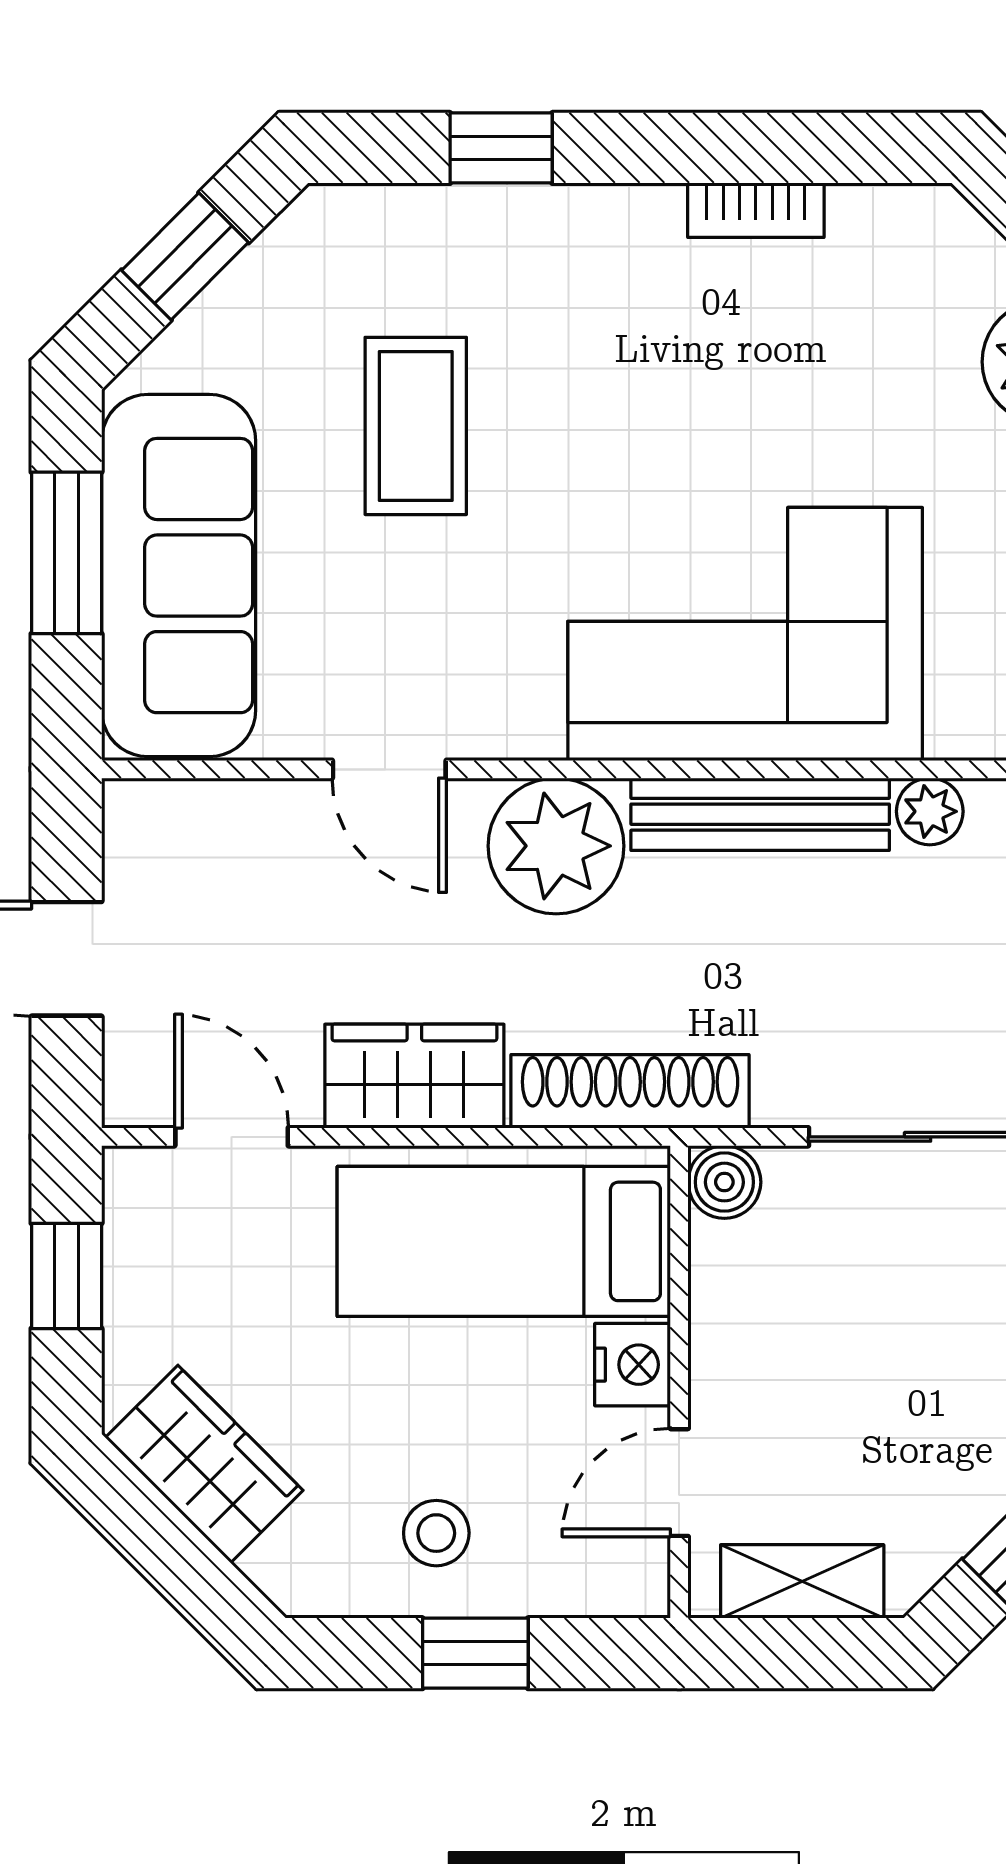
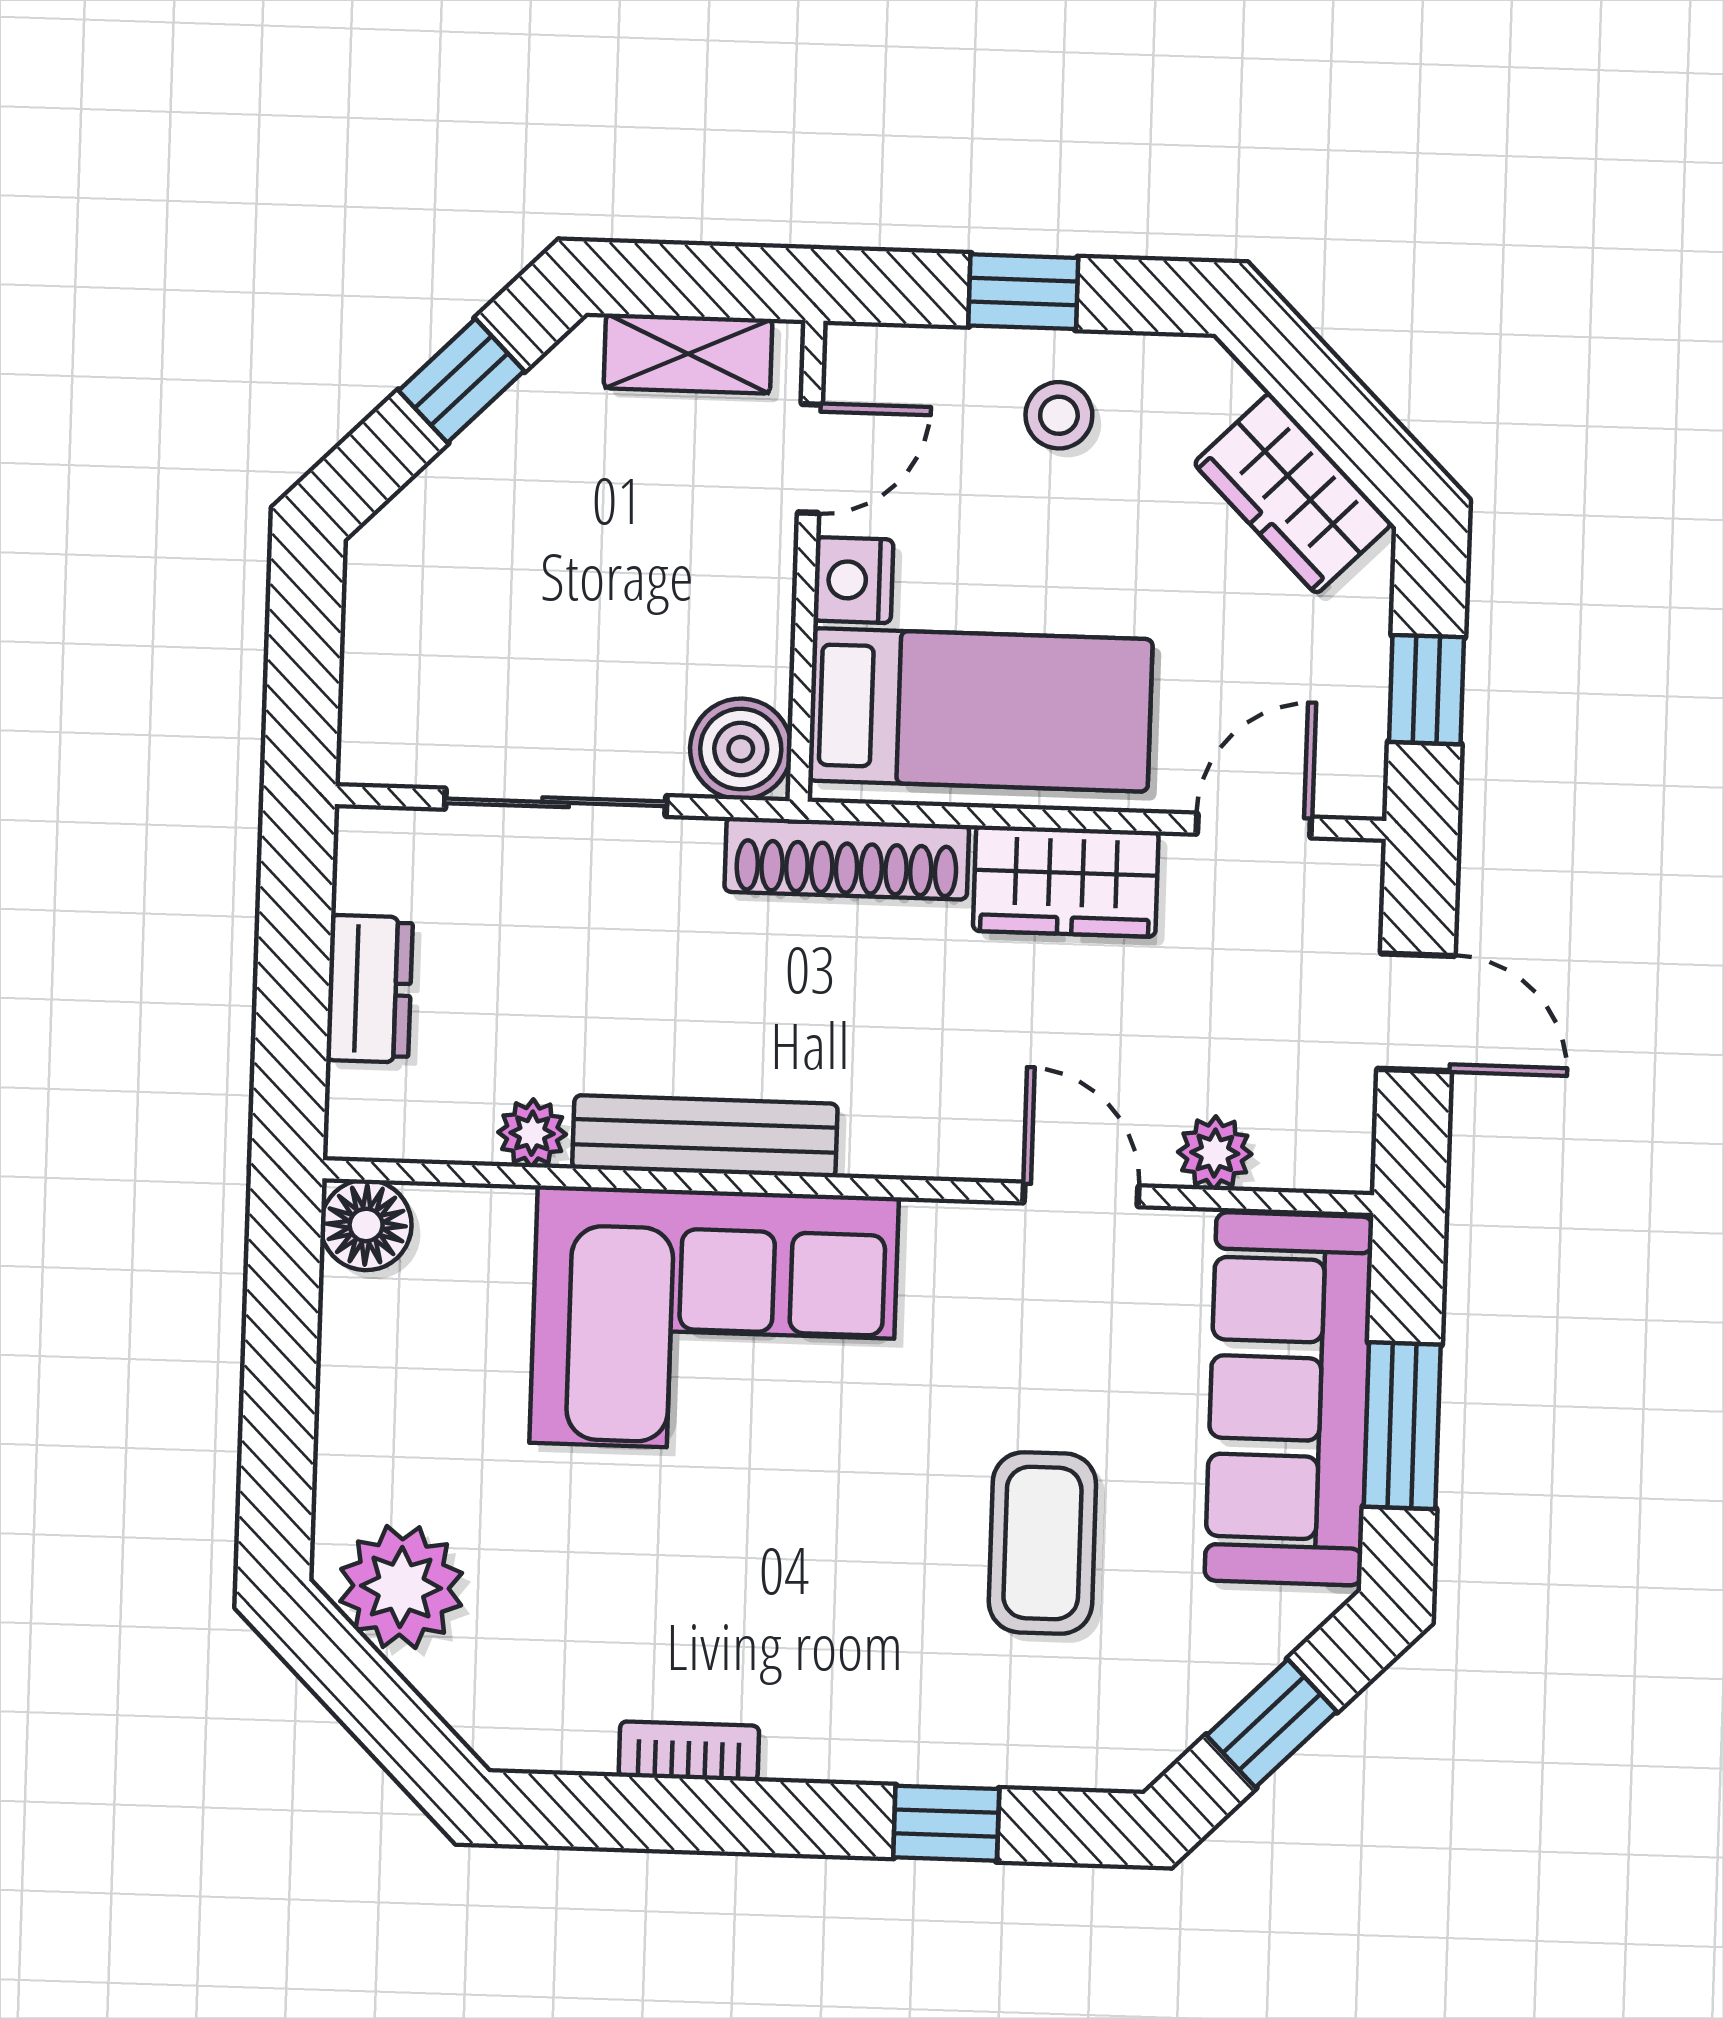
plant: (556, 846) -> (1215, 1153), moved, width x0.53, depth x0.53
door: (232, 1137) -> (1254, 826), swing flipped
boiler: (724, 1182) -> (741, 749), width x1.36, depth x1.36

